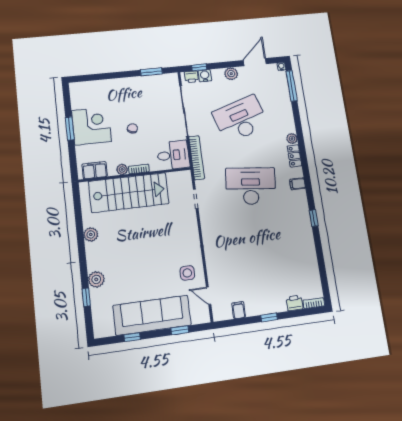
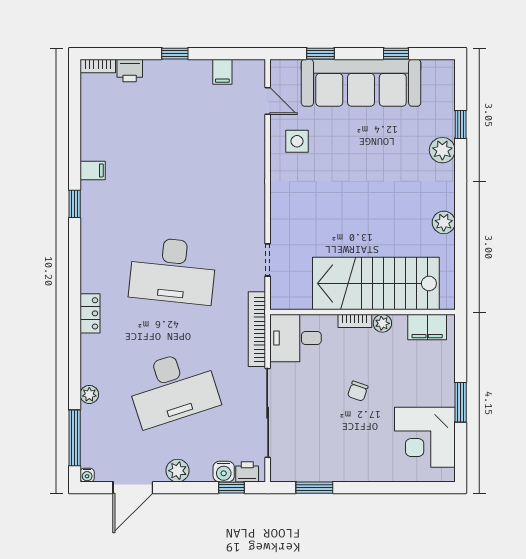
corner desk: (91, 126) -> (425, 437), moved
plant: (292, 139) -> (89, 394), moved
filing cabinet: (298, 184) -> (93, 170), moved

